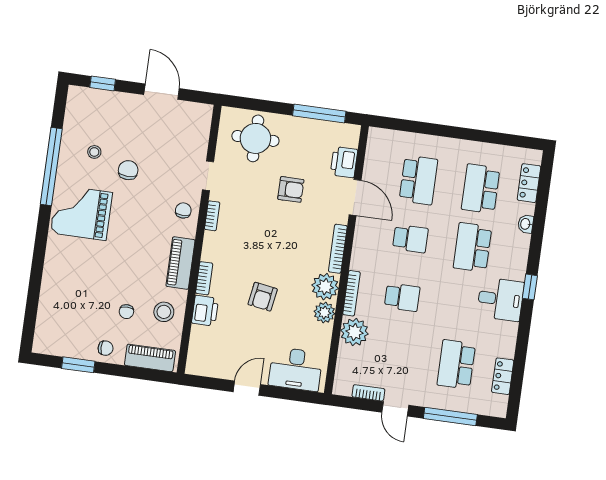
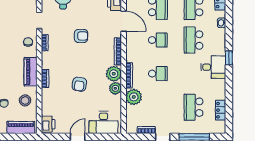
armchair: (291, 189) -> (81, 36), moved
printer: (205, 311) -> (48, 124), moved

